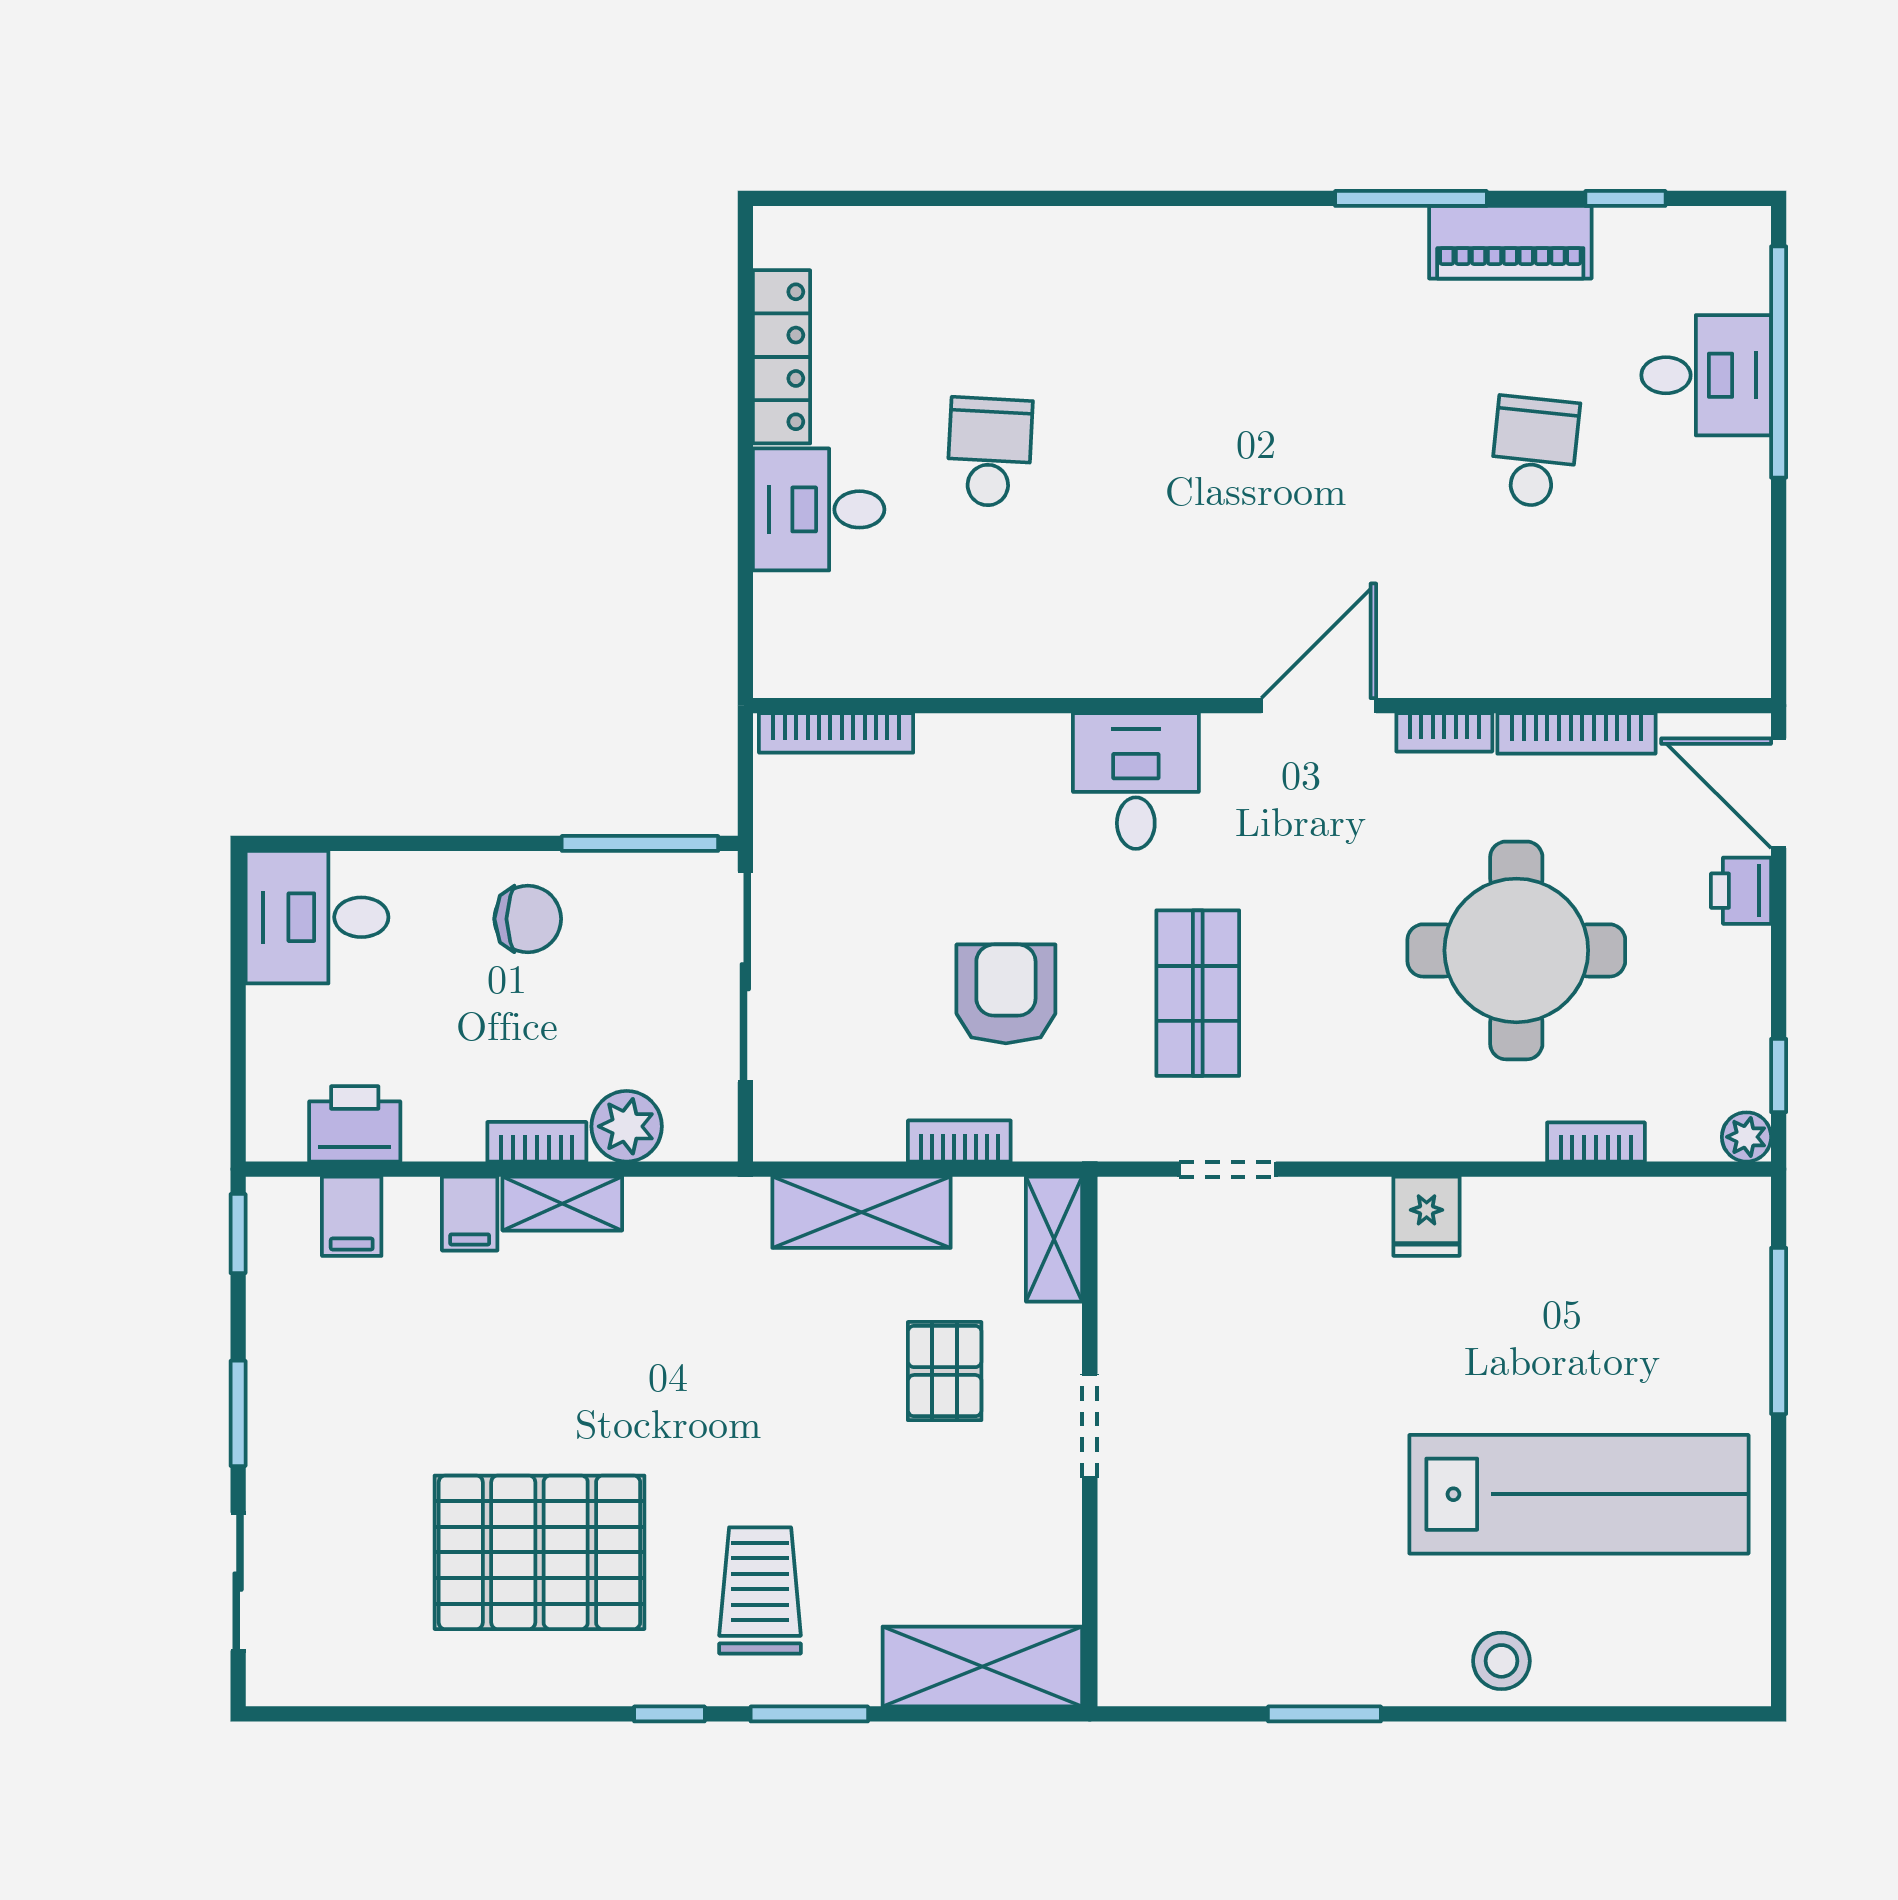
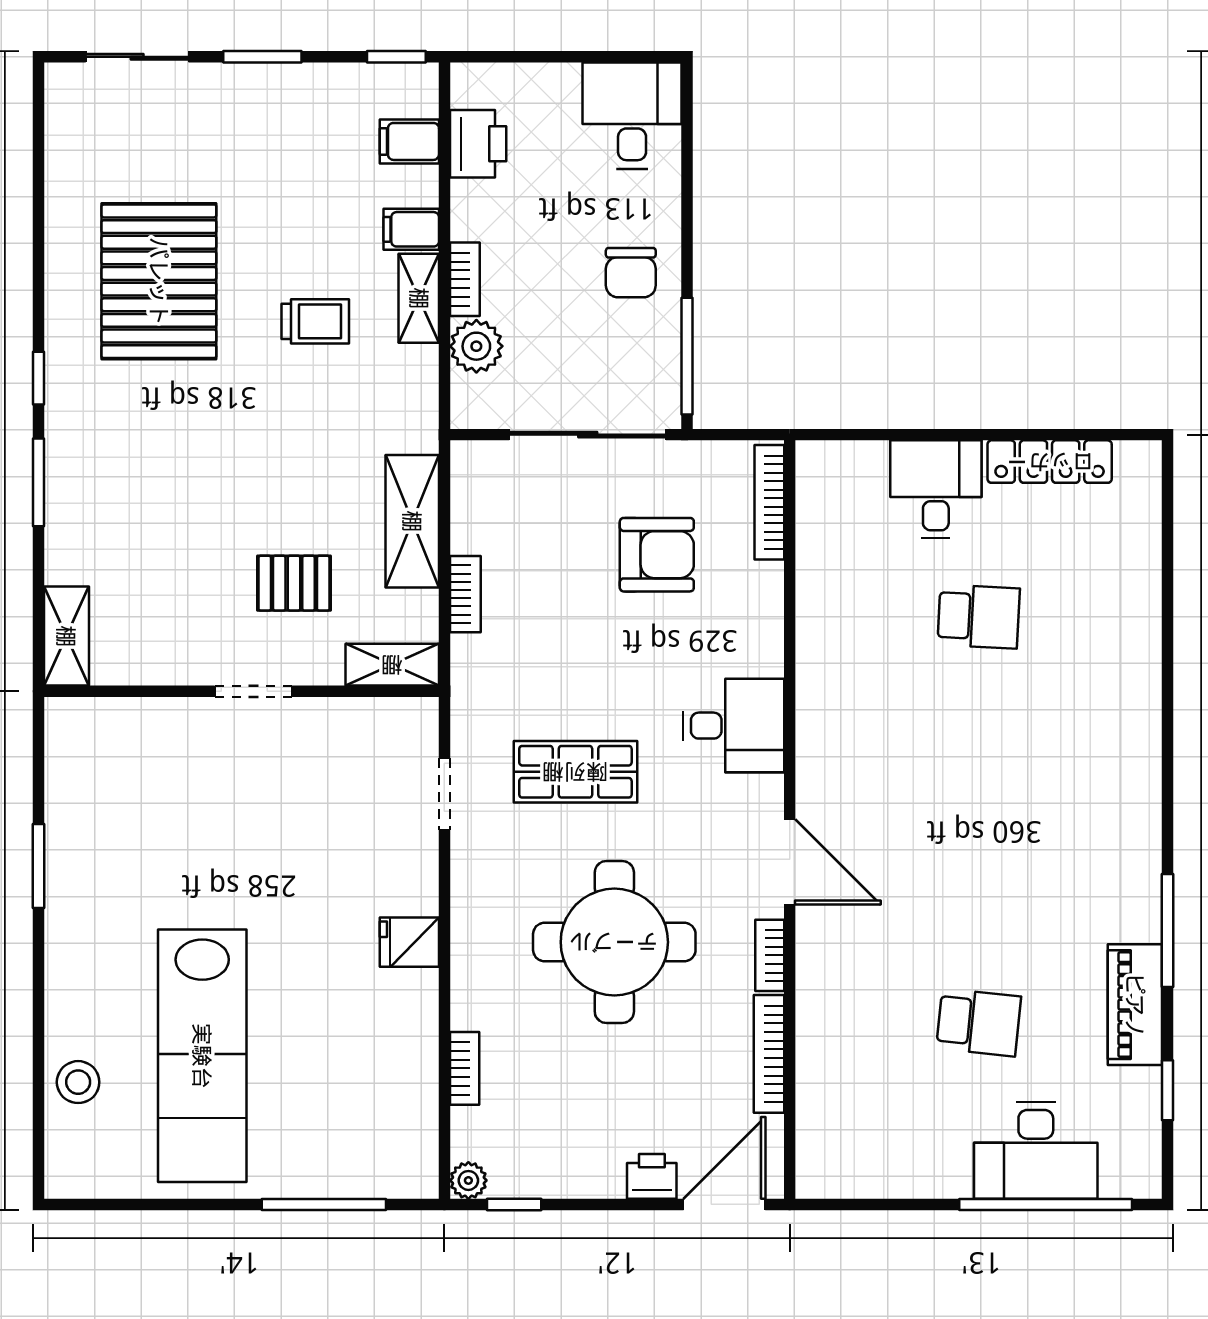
desk: (1706, 375) -> (1036, 1150), width x1.37
round table: (1516, 950) -> (614, 942), moved
armchair: (1006, 994) -> (657, 555), moved
trolley: (760, 1590) -> (315, 321), moved, width x0.73, depth x0.72
stool: (1501, 1661) -> (78, 1082), moved
shelving: (982, 1666) -> (66, 636), width x0.67, depth x0.75

